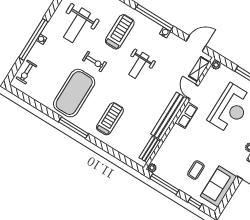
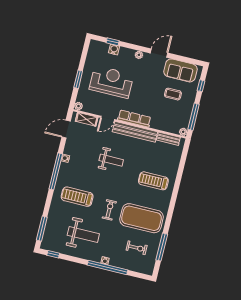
door: (196, 44) -> (66, 129), hinge flipped
weight bench: (139, 65) -> (111, 160), moved
exercise bike: (27, 72) -> (137, 248), moved
row of seats: (186, 115) -> (134, 119), width x1.48
window: (73, 128) -> (162, 247), moved

